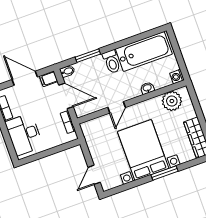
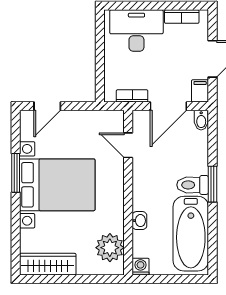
window: (88, 56) -> (213, 184), moved
door: (117, 107) -> (128, 145), moved
window: (165, 173) -> (16, 173), moved
door: (94, 175) -> (47, 106), swing flipped

